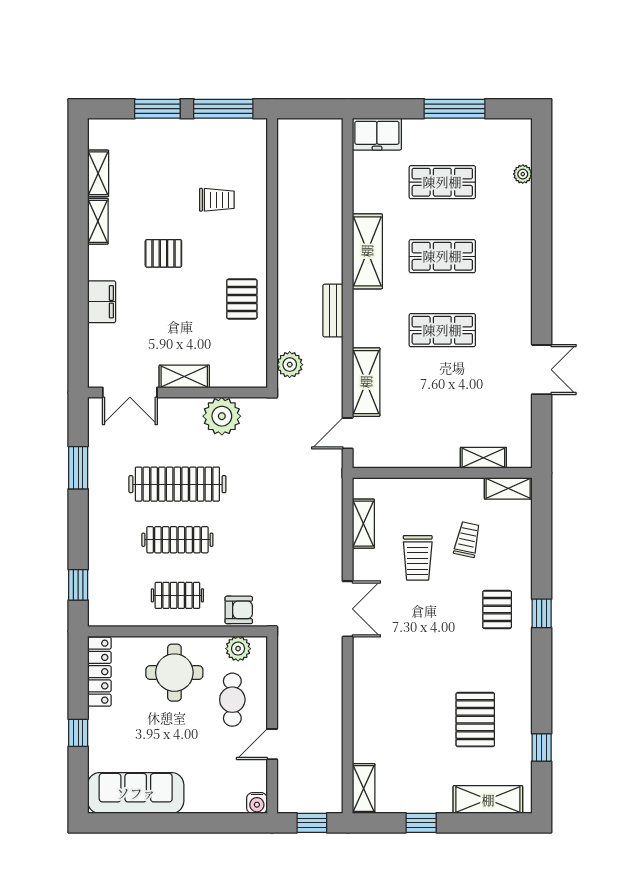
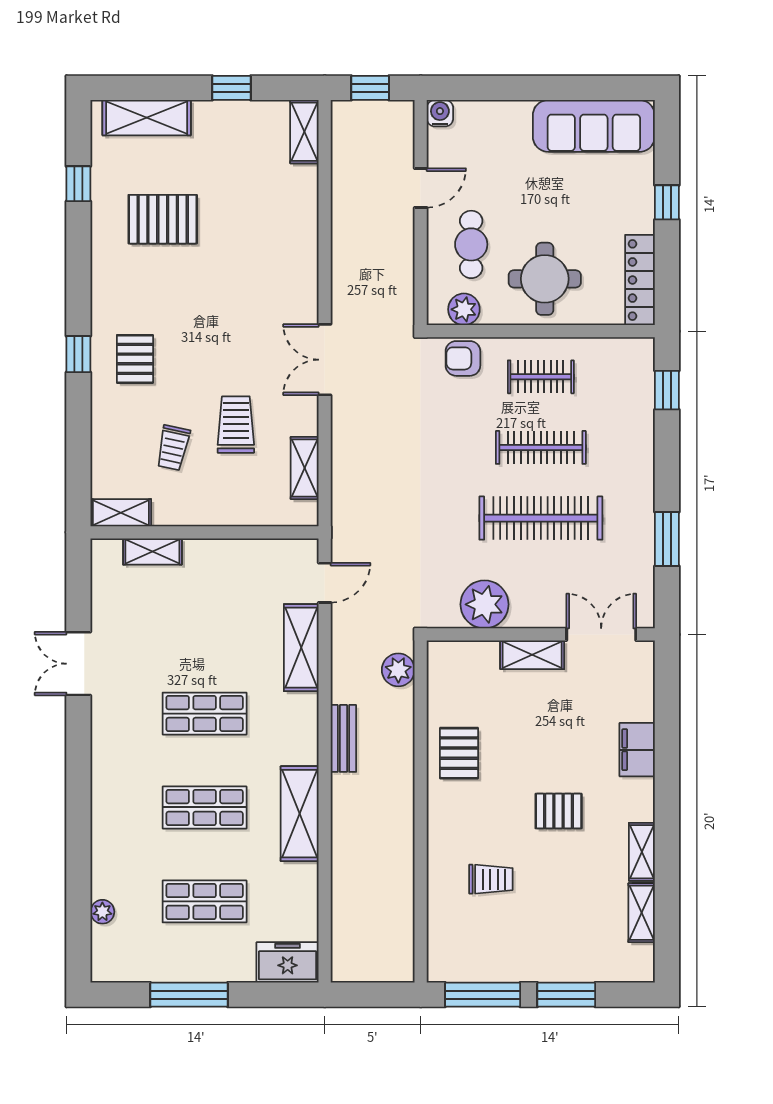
trolley: (217, 200) -> (491, 879), turned 180
pallet: (475, 720) -> (163, 219), turned 90

